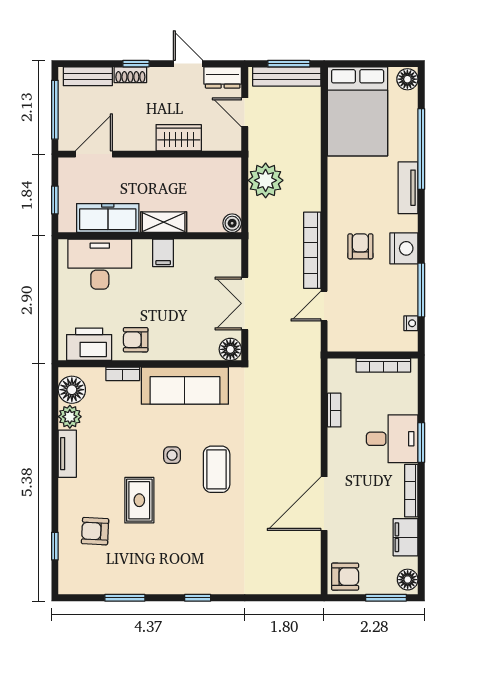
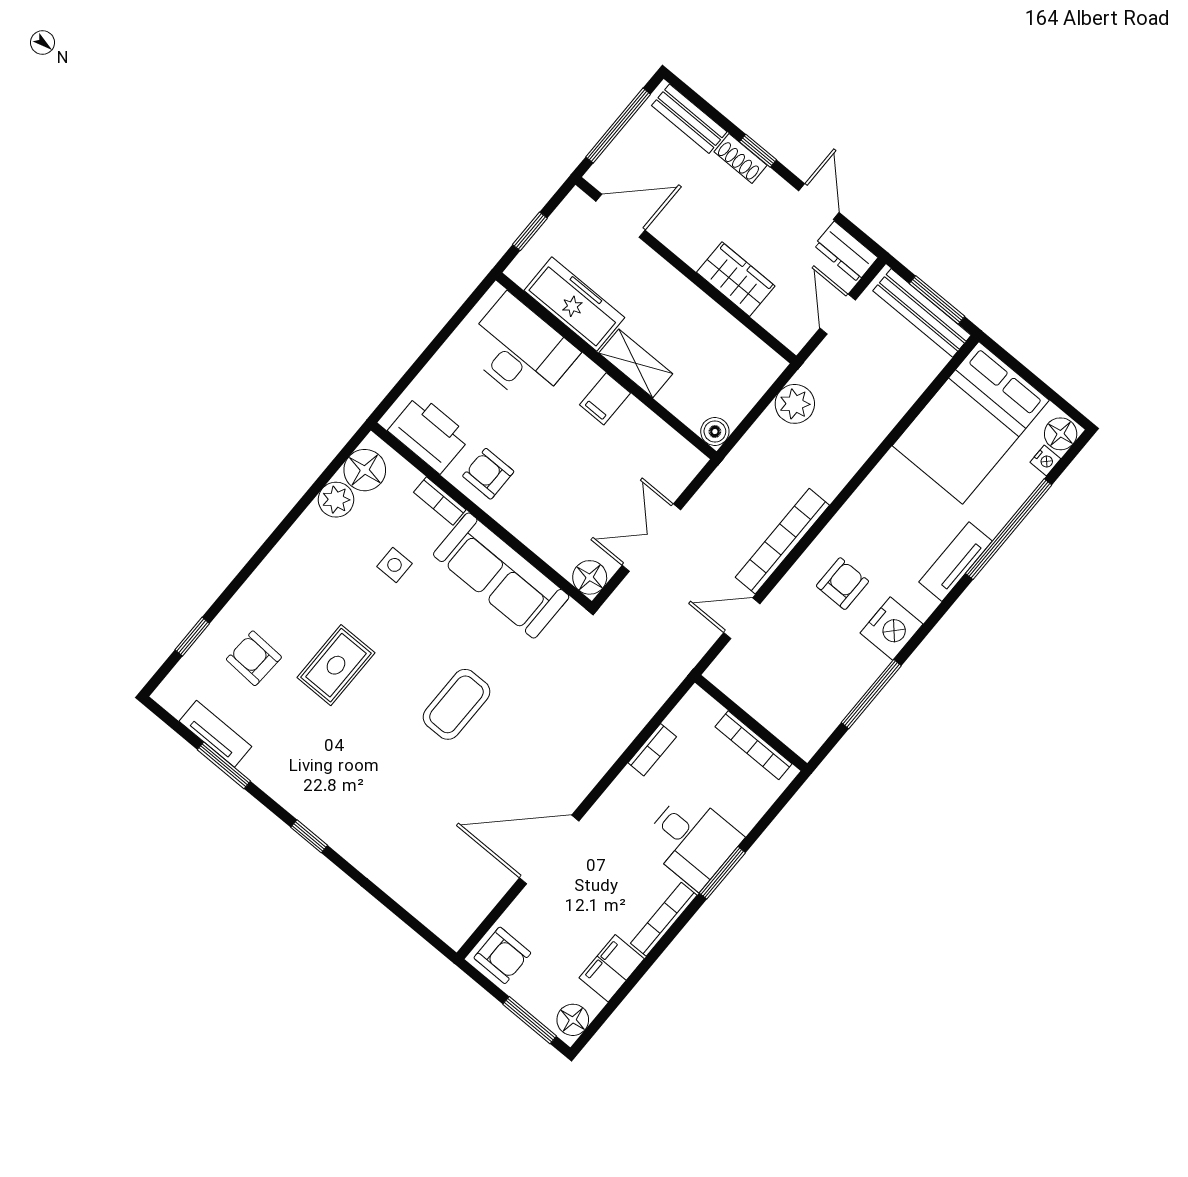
plant: (266, 180) -> (795, 404), width x0.73, depth x0.73
nightstand: (411, 323) -> (1045, 460), moved
tv unit: (67, 454) -> (215, 734), moved, turned -90
side table: (172, 455) -> (395, 565), moved

